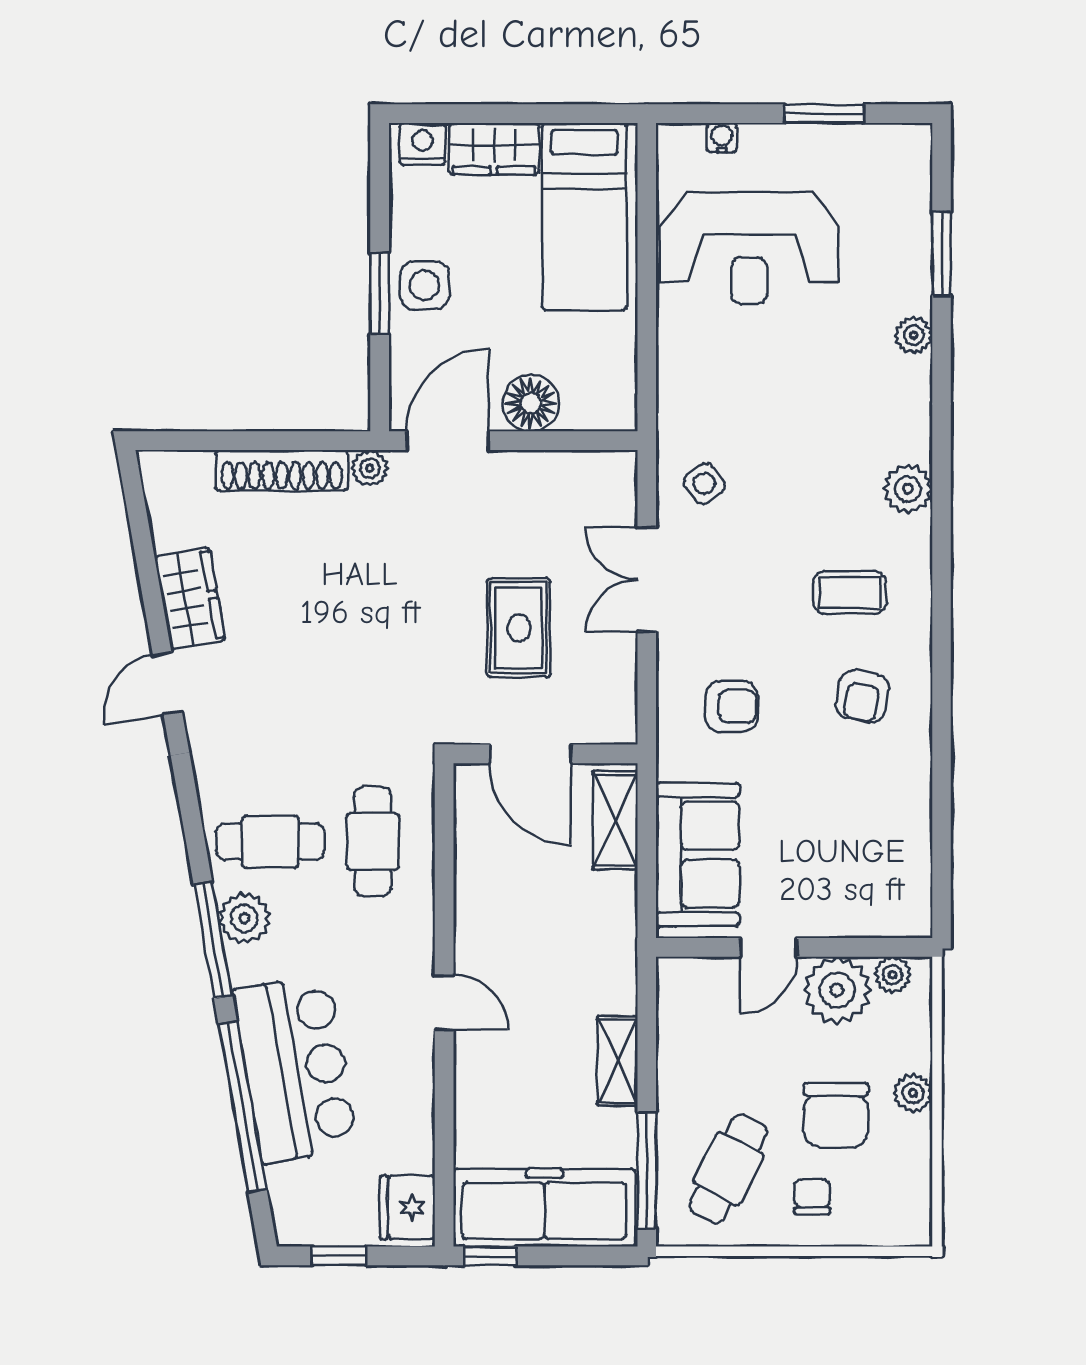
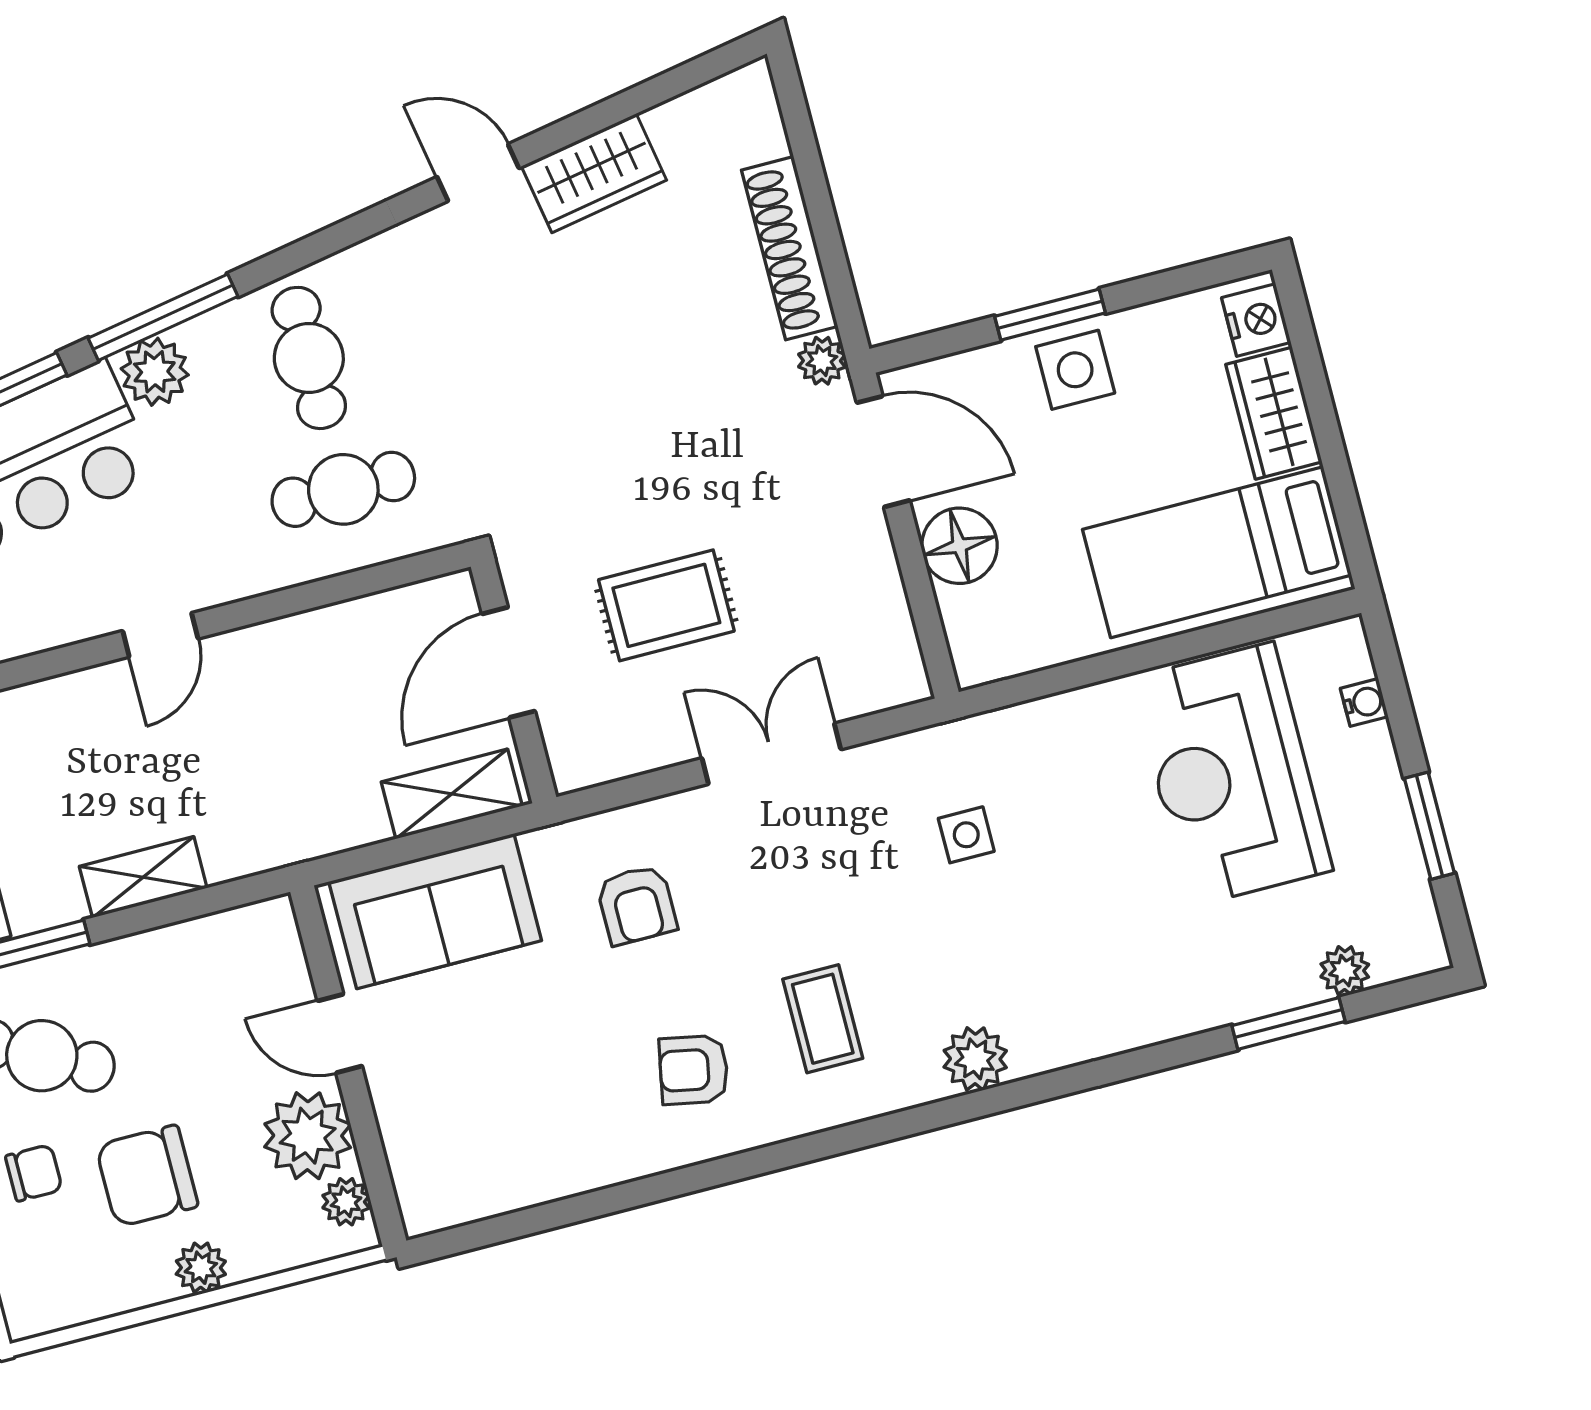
plant: (914, 335) -> (1345, 971), moved
side table: (704, 484) -> (966, 835), moved, turned 37
plant: (244, 918) -> (155, 372), moved

